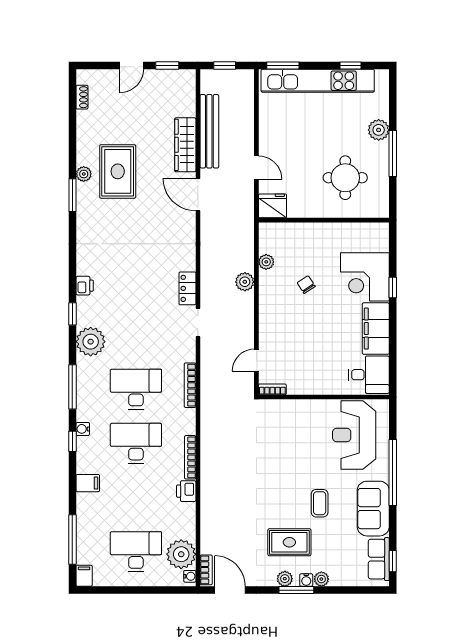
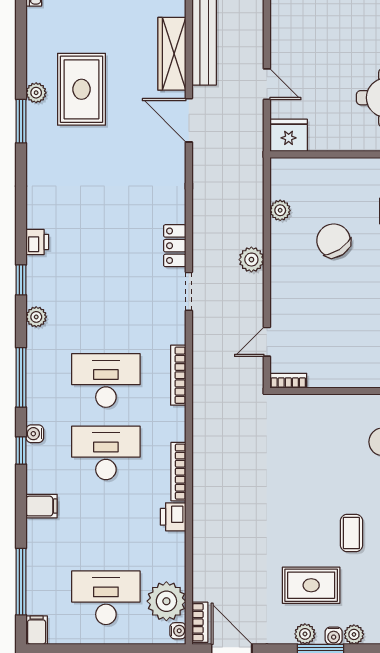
plant: (245, 282) -> (251, 260), moved
chair: (306, 285) -> (334, 241), width x1.87, depth x1.87
plant: (91, 342) -> (36, 317), width x0.53, depth x0.53

